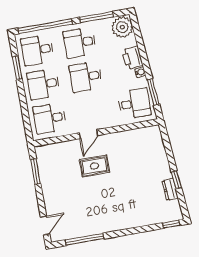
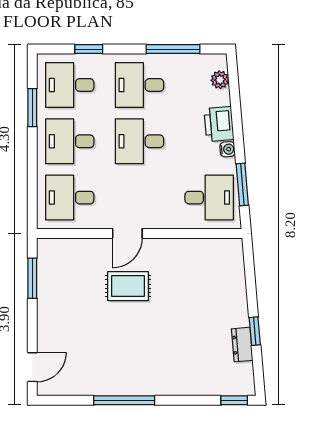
window: (45, 26) -> (89, 49), width x0.32
plant: (122, 27) -> (220, 80), width x0.53, depth x0.53
window: (85, 239) -> (124, 400), moved

